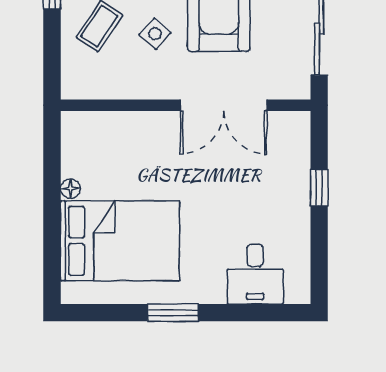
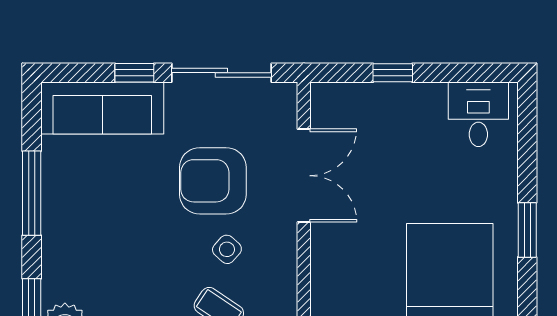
desk: (255, 274) -> (478, 114), moved, turned -90

